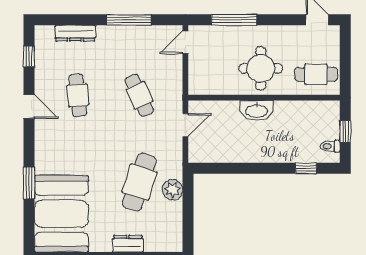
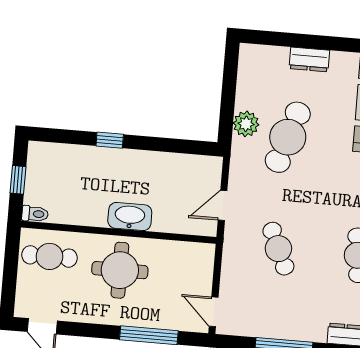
door: (185, 42) -> (214, 312), swing flipped
toilet: (330, 146) -> (35, 214), moved
window: (306, 168) -> (110, 140), moved

